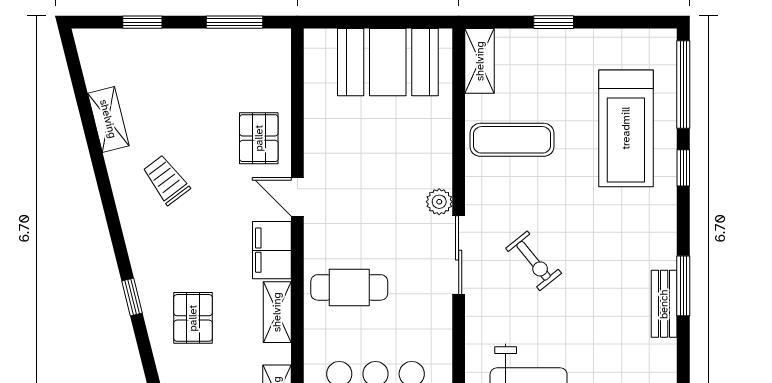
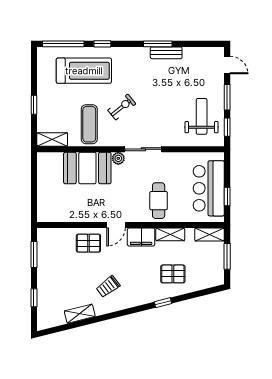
booth: (388, 62) -> (87, 168), moved, turned 90
exercise bike: (534, 261) -> (122, 107), moved

